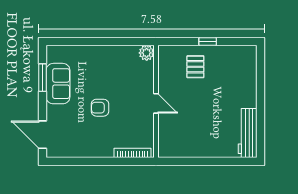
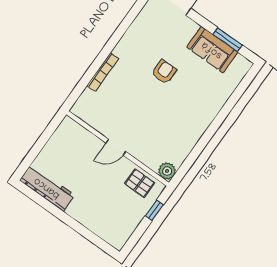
plant: (147, 53) -> (167, 171), moved
wall: (156, 101) -> (118, 148), moved
door: (156, 103) -> (116, 147), moved

